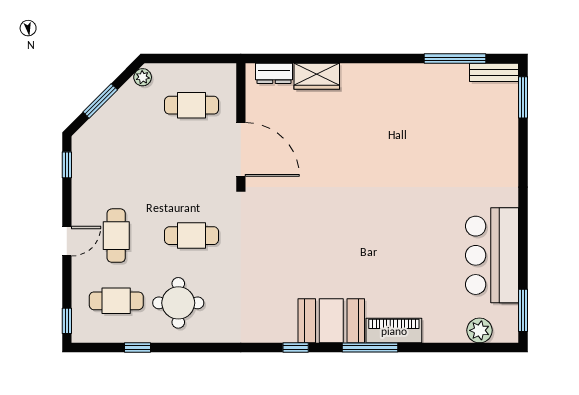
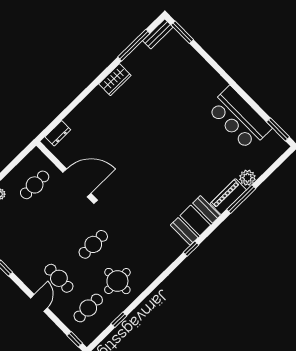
wardrobe: (317, 76) -> (115, 80), moved
plant: (479, 330) -> (247, 178), moved
window: (370, 347) -> (241, 199), moved

